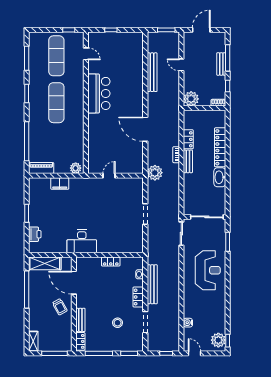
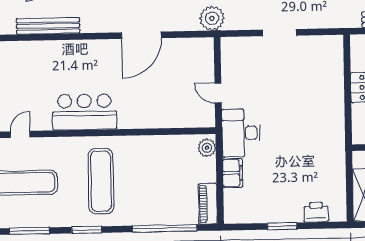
exercise mat: (56, 103) -> (101, 181), turned 90
desk: (82, 241) -> (241, 133), moved, turned 180

